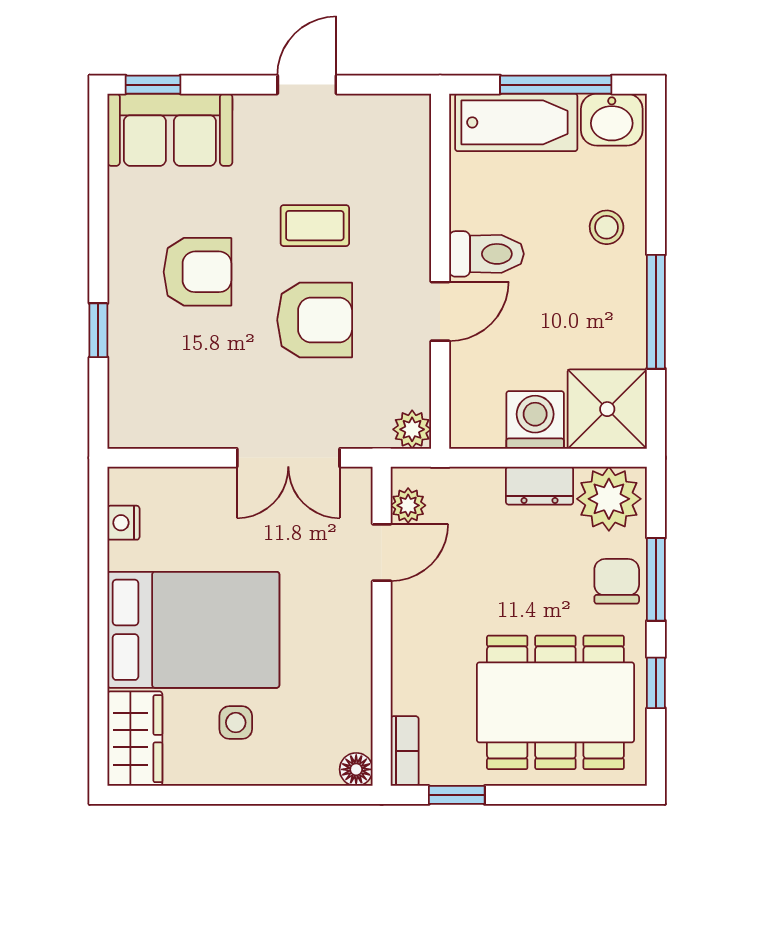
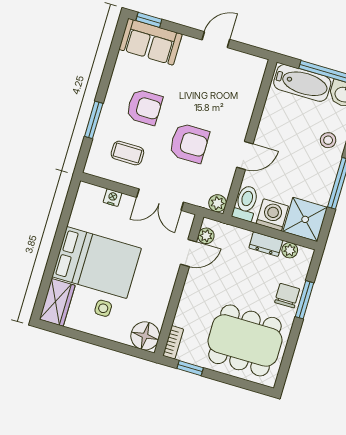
coffee table: (315, 226) -> (127, 153), moved
toilet: (486, 254) -> (246, 203), moved, turned -90
window: (98, 330) -> (94, 120), width x1.50
plant: (609, 499) -> (290, 250), width x0.53, depth x0.53
nightstand: (123, 523) -> (112, 198), moved, turned 90
window: (656, 683) -> (291, 345), removed
floor lamp: (356, 769) -> (145, 336), width x1.89, depth x1.89

